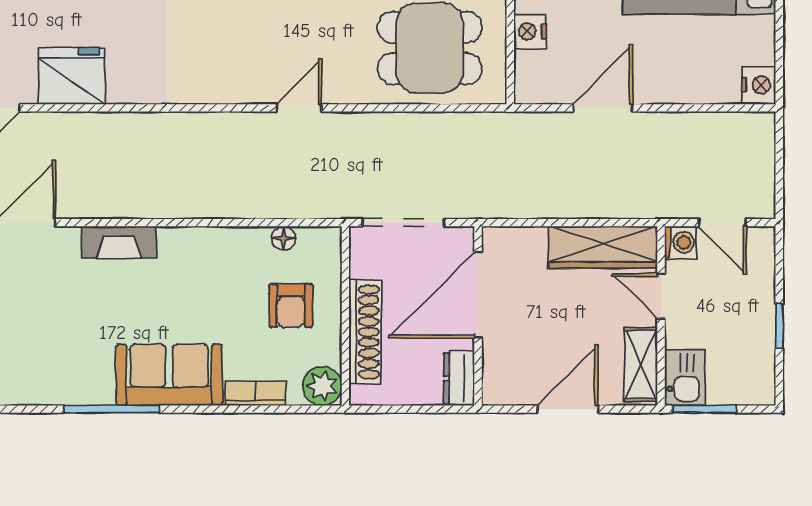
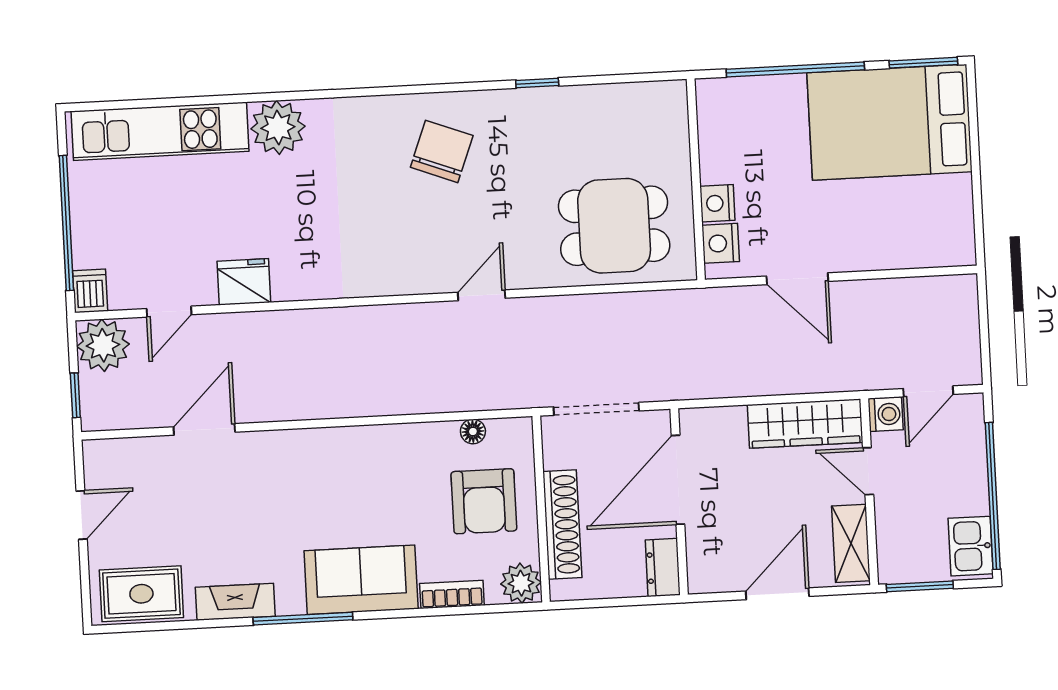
fridge: (72, 76) -> (244, 282), width x0.73, depth x0.75
nightstand: (759, 85) -> (721, 243), moved, turned 180
door: (603, 108) -> (797, 279), swing flipped
door: (723, 223) -> (928, 391), hinge flipped
fireplace: (119, 242) -> (235, 602), moved, turned 180
armchair: (291, 306) -> (484, 501), width x1.38, depth x1.38
window: (779, 326) -> (993, 496), width x3.17
kitchen sink: (685, 378) -> (971, 546), moved, turned 180

